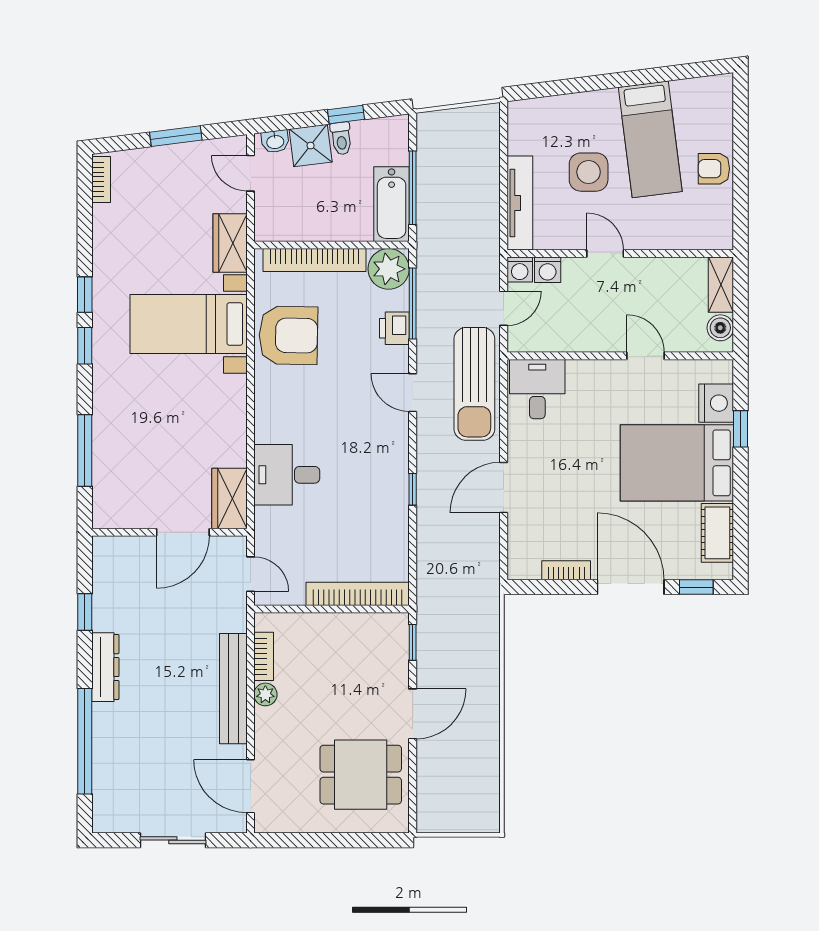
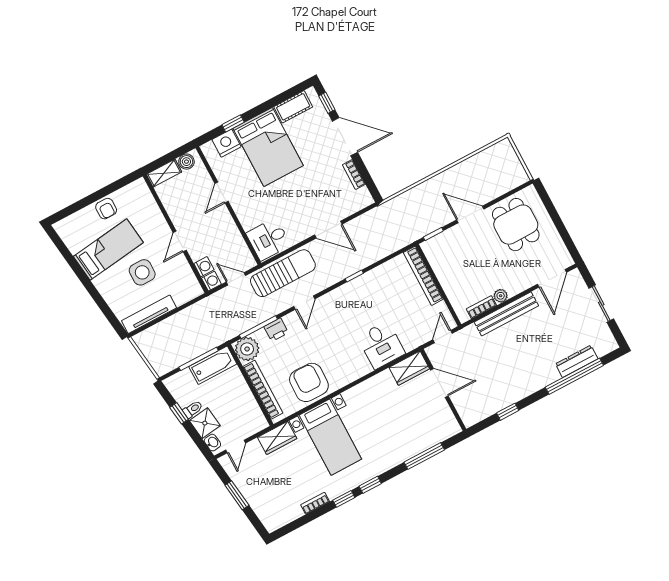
bookcase: (101, 179) -> (315, 503), moved
tv unit: (520, 203) -> (149, 314), moved
door: (631, 587) -> (345, 137), swing flipped
dresser: (105, 667) -> (577, 361), moved

